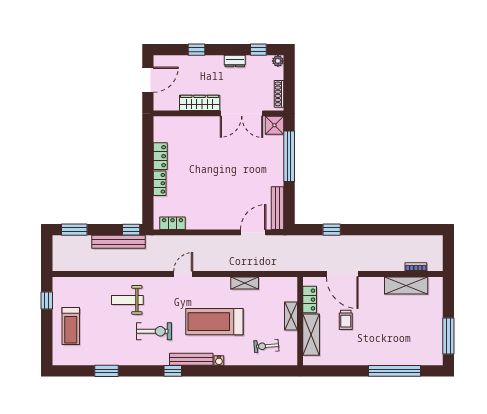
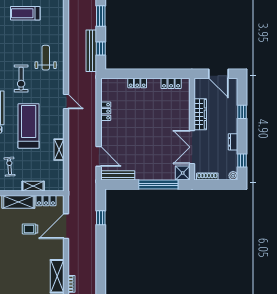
locker: (160, 156) -> (171, 83), moved
locker: (173, 223) -> (106, 111), moved
window: (131, 230) -> (101, 49), moved

